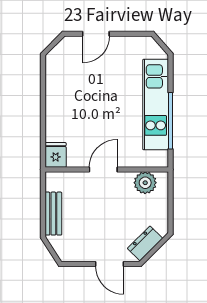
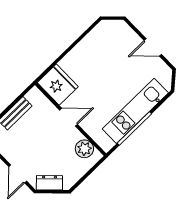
door: (96, 34) -> (153, 47), moved
fridge: (56, 155) -> (58, 85), width x1.88, depth x1.34

